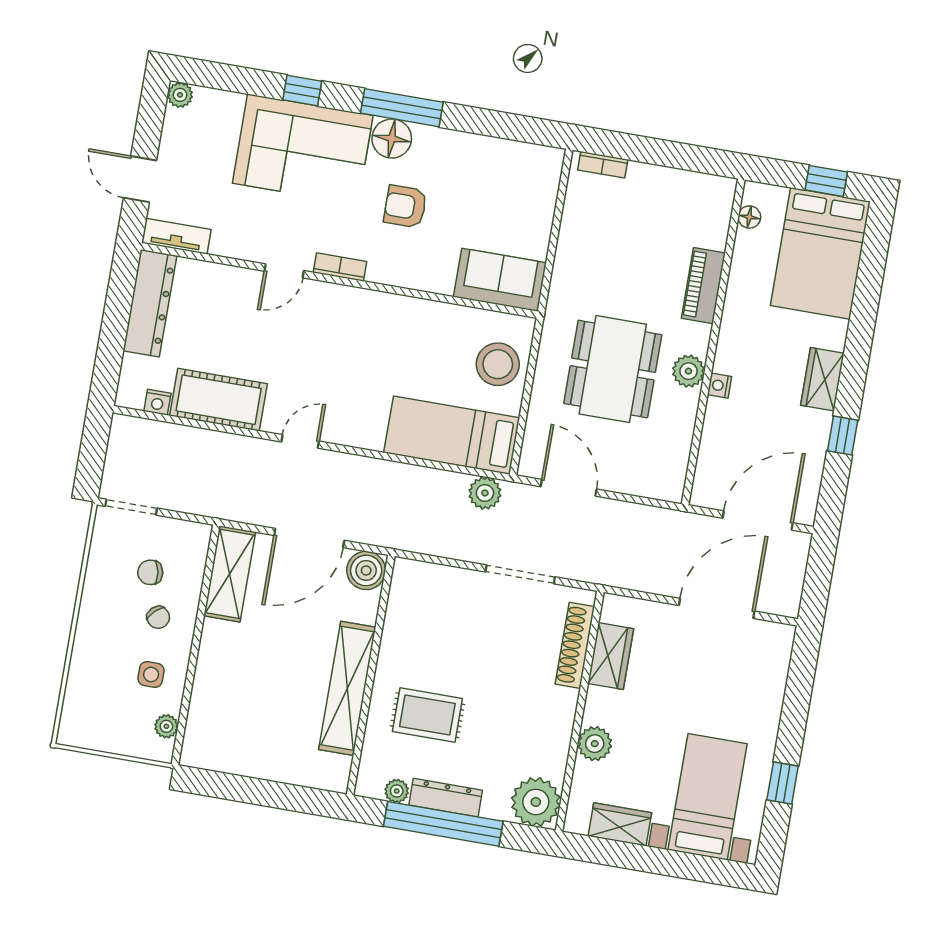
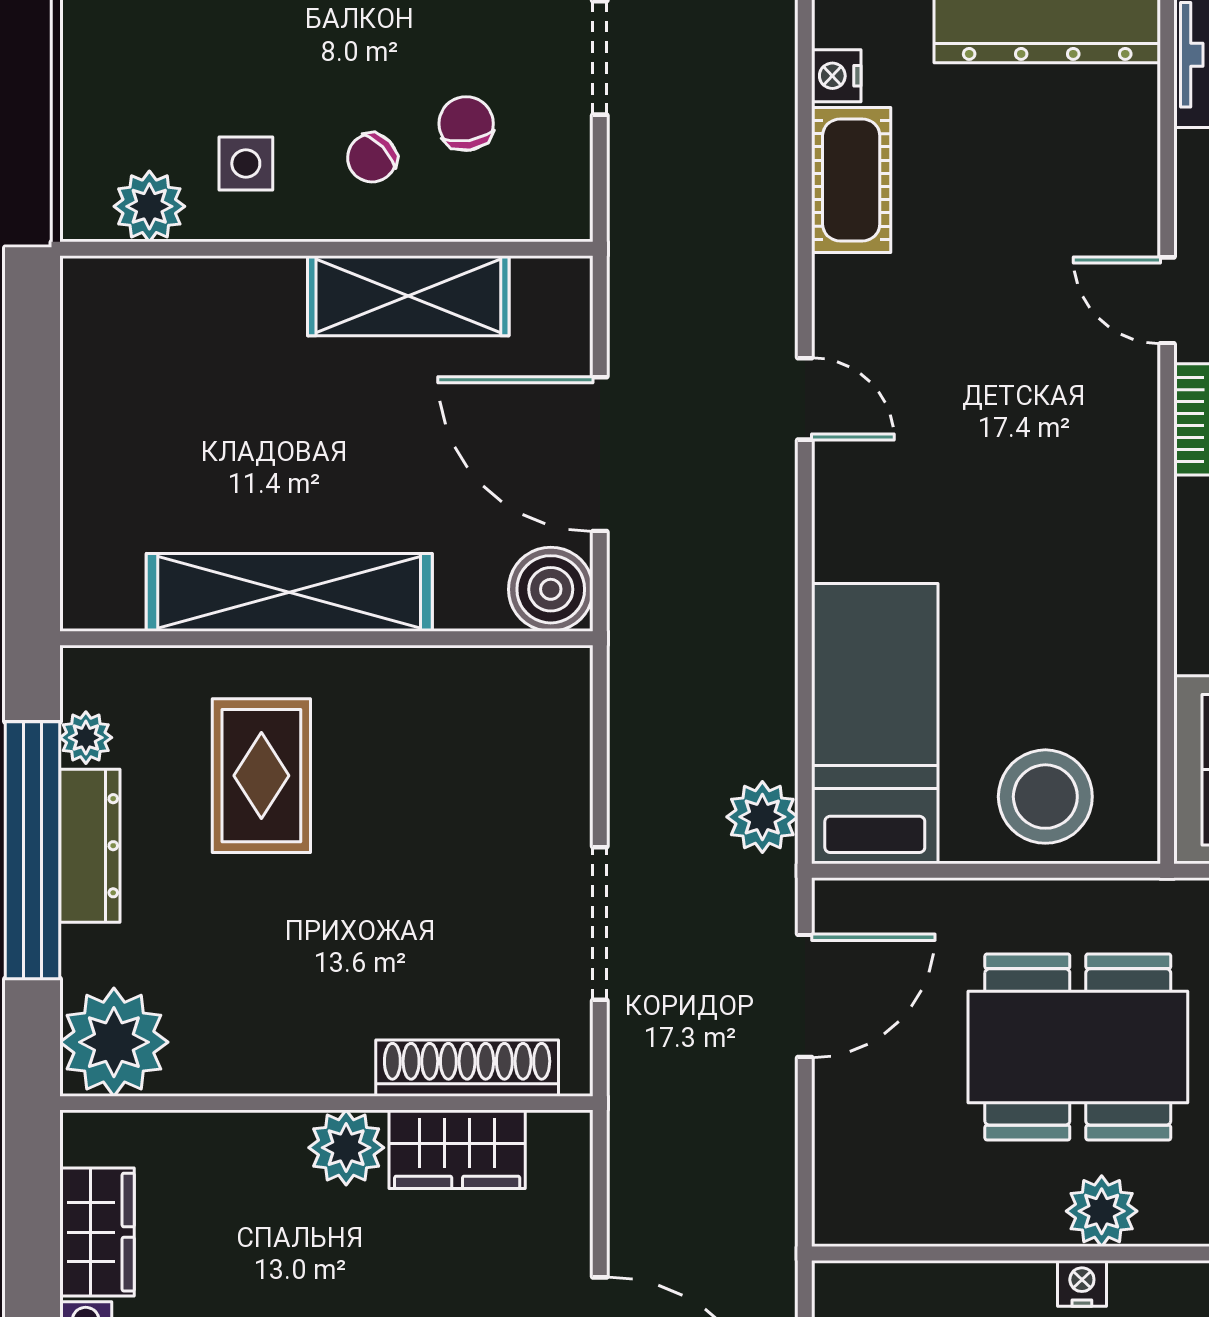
cot: (219, 400) -> (851, 180), width x0.73, depth x0.75
shelving: (230, 574) -> (408, 296), moved
plant: (166, 726) -> (149, 206), width x1.38, depth x1.38
plant: (595, 744) -> (346, 1148), moved

